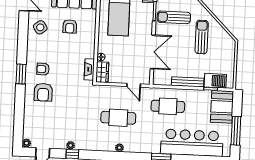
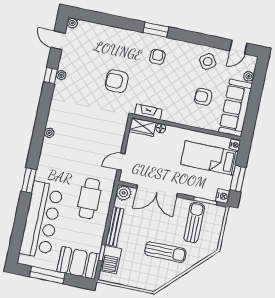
plant: (159, 79) -> (124, 193), added
armchair: (43, 92) -> (117, 81), moved
cafe table: (118, 118) -> (85, 137), removed

